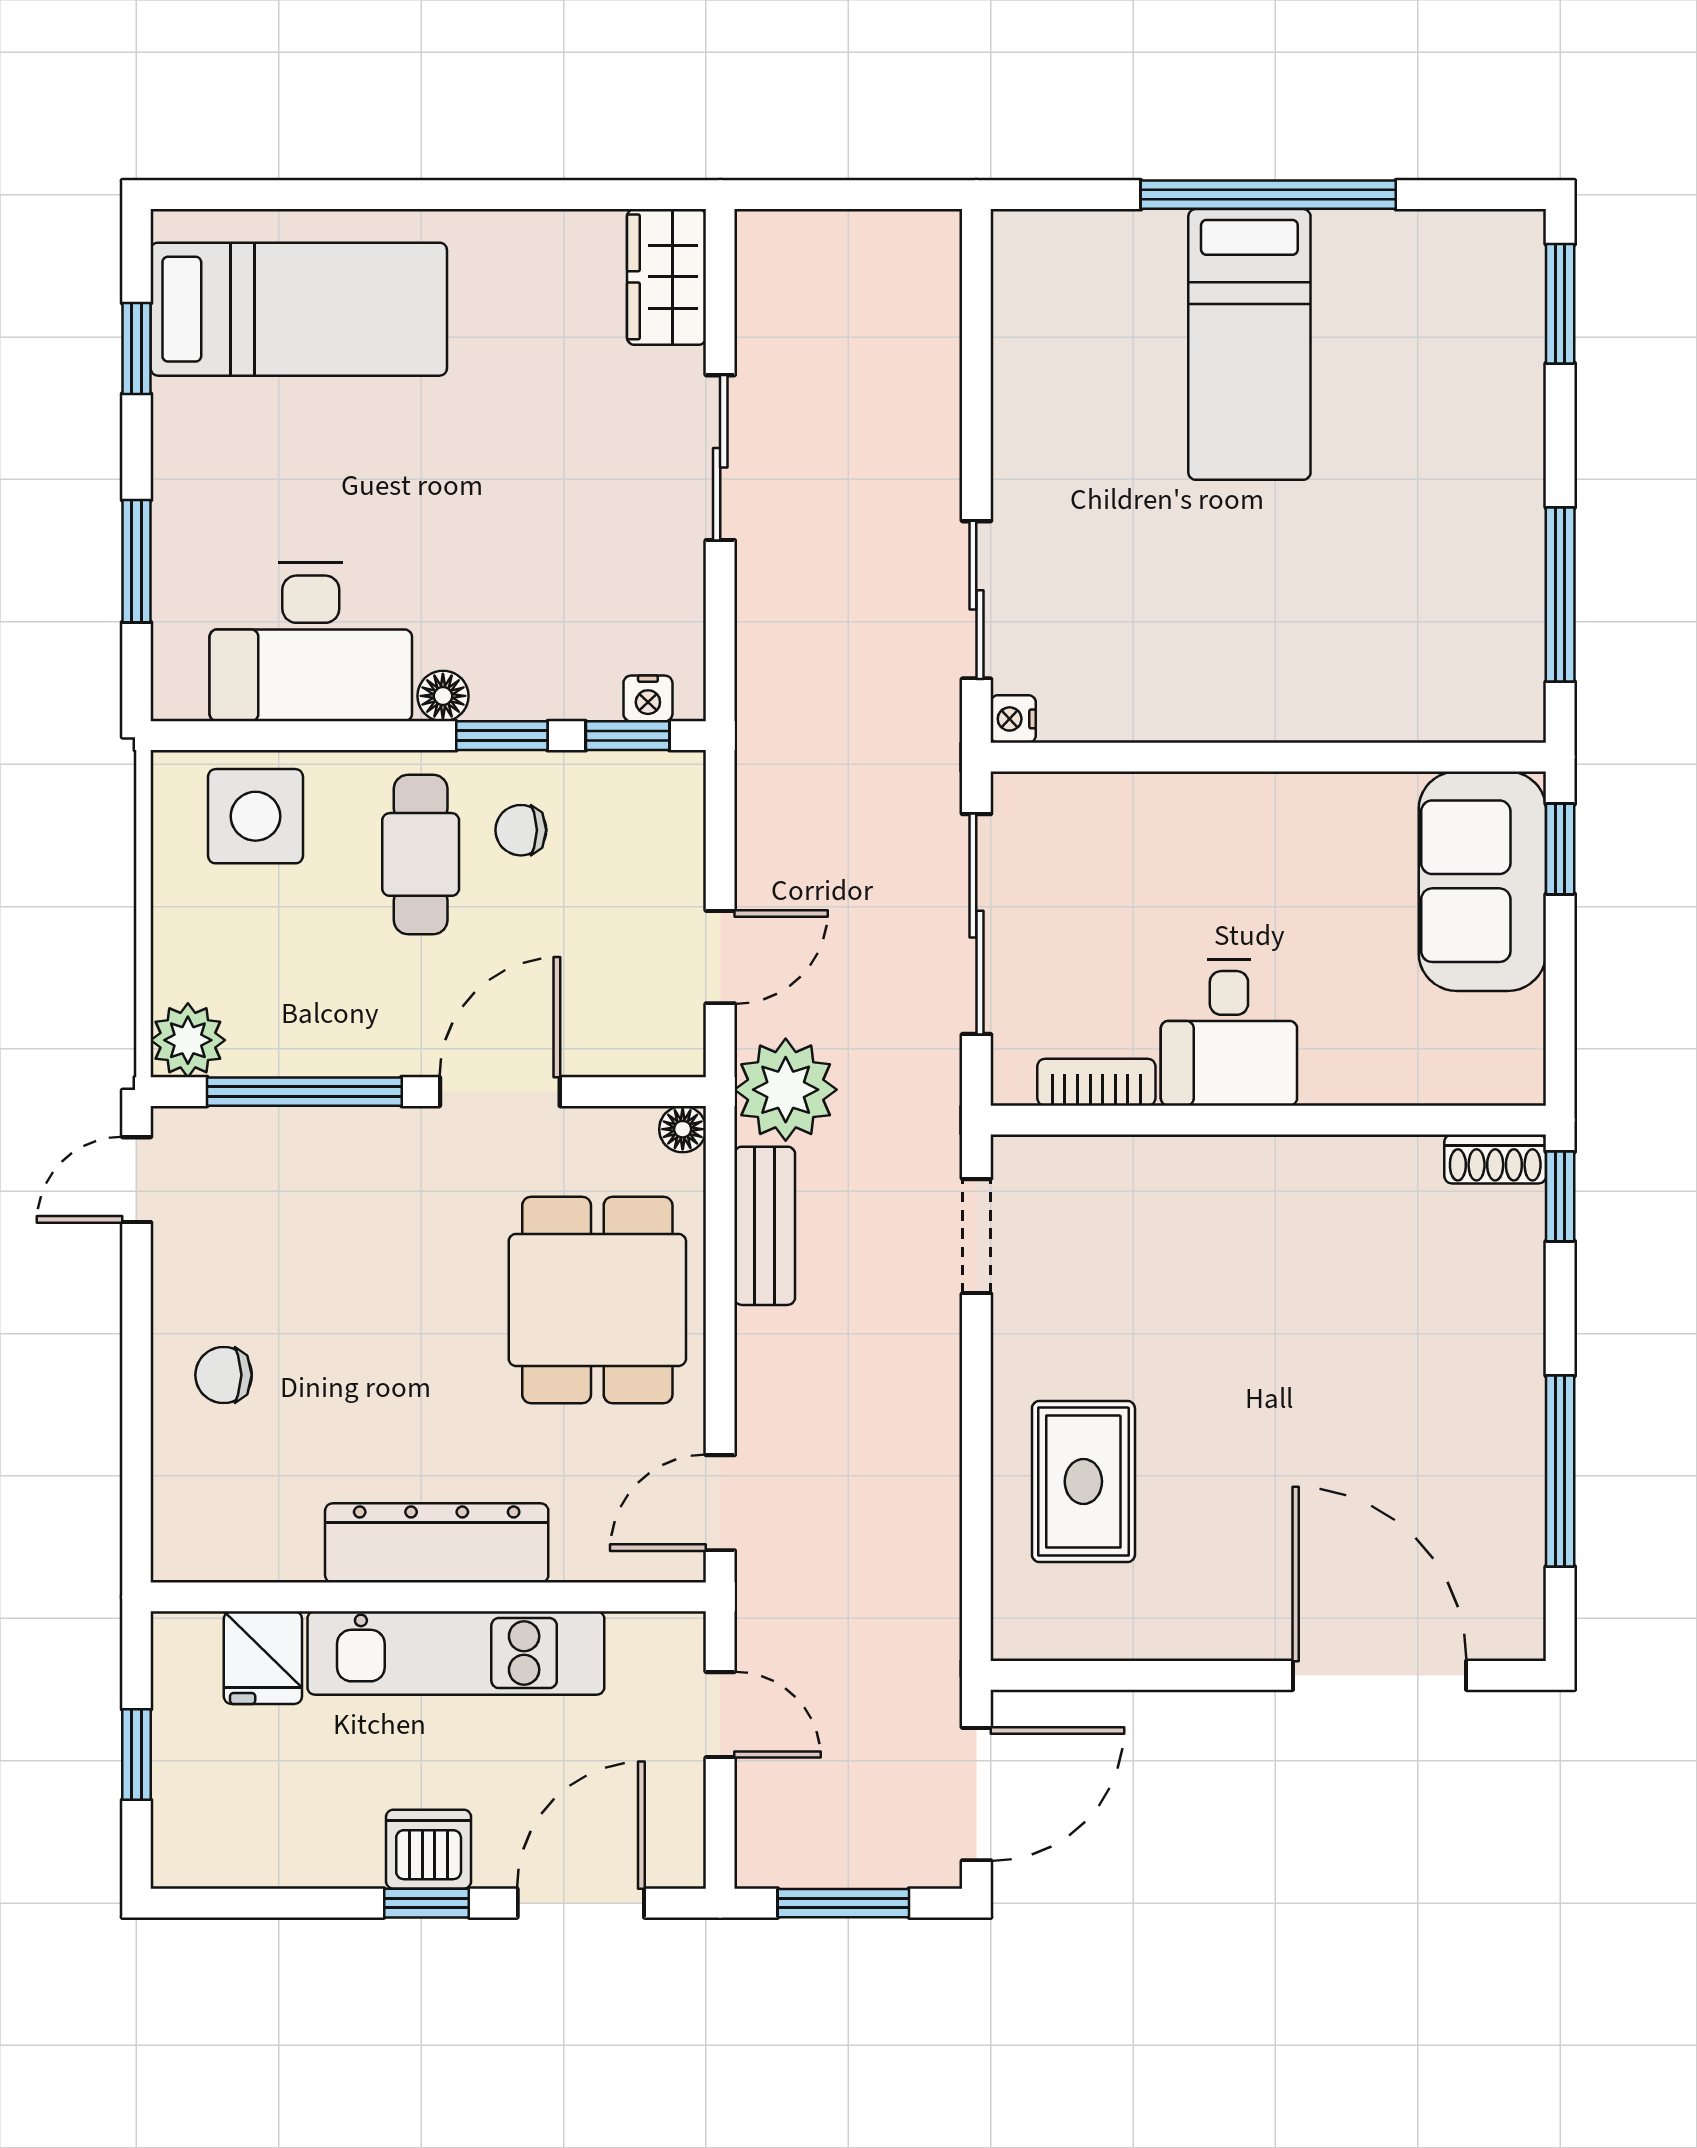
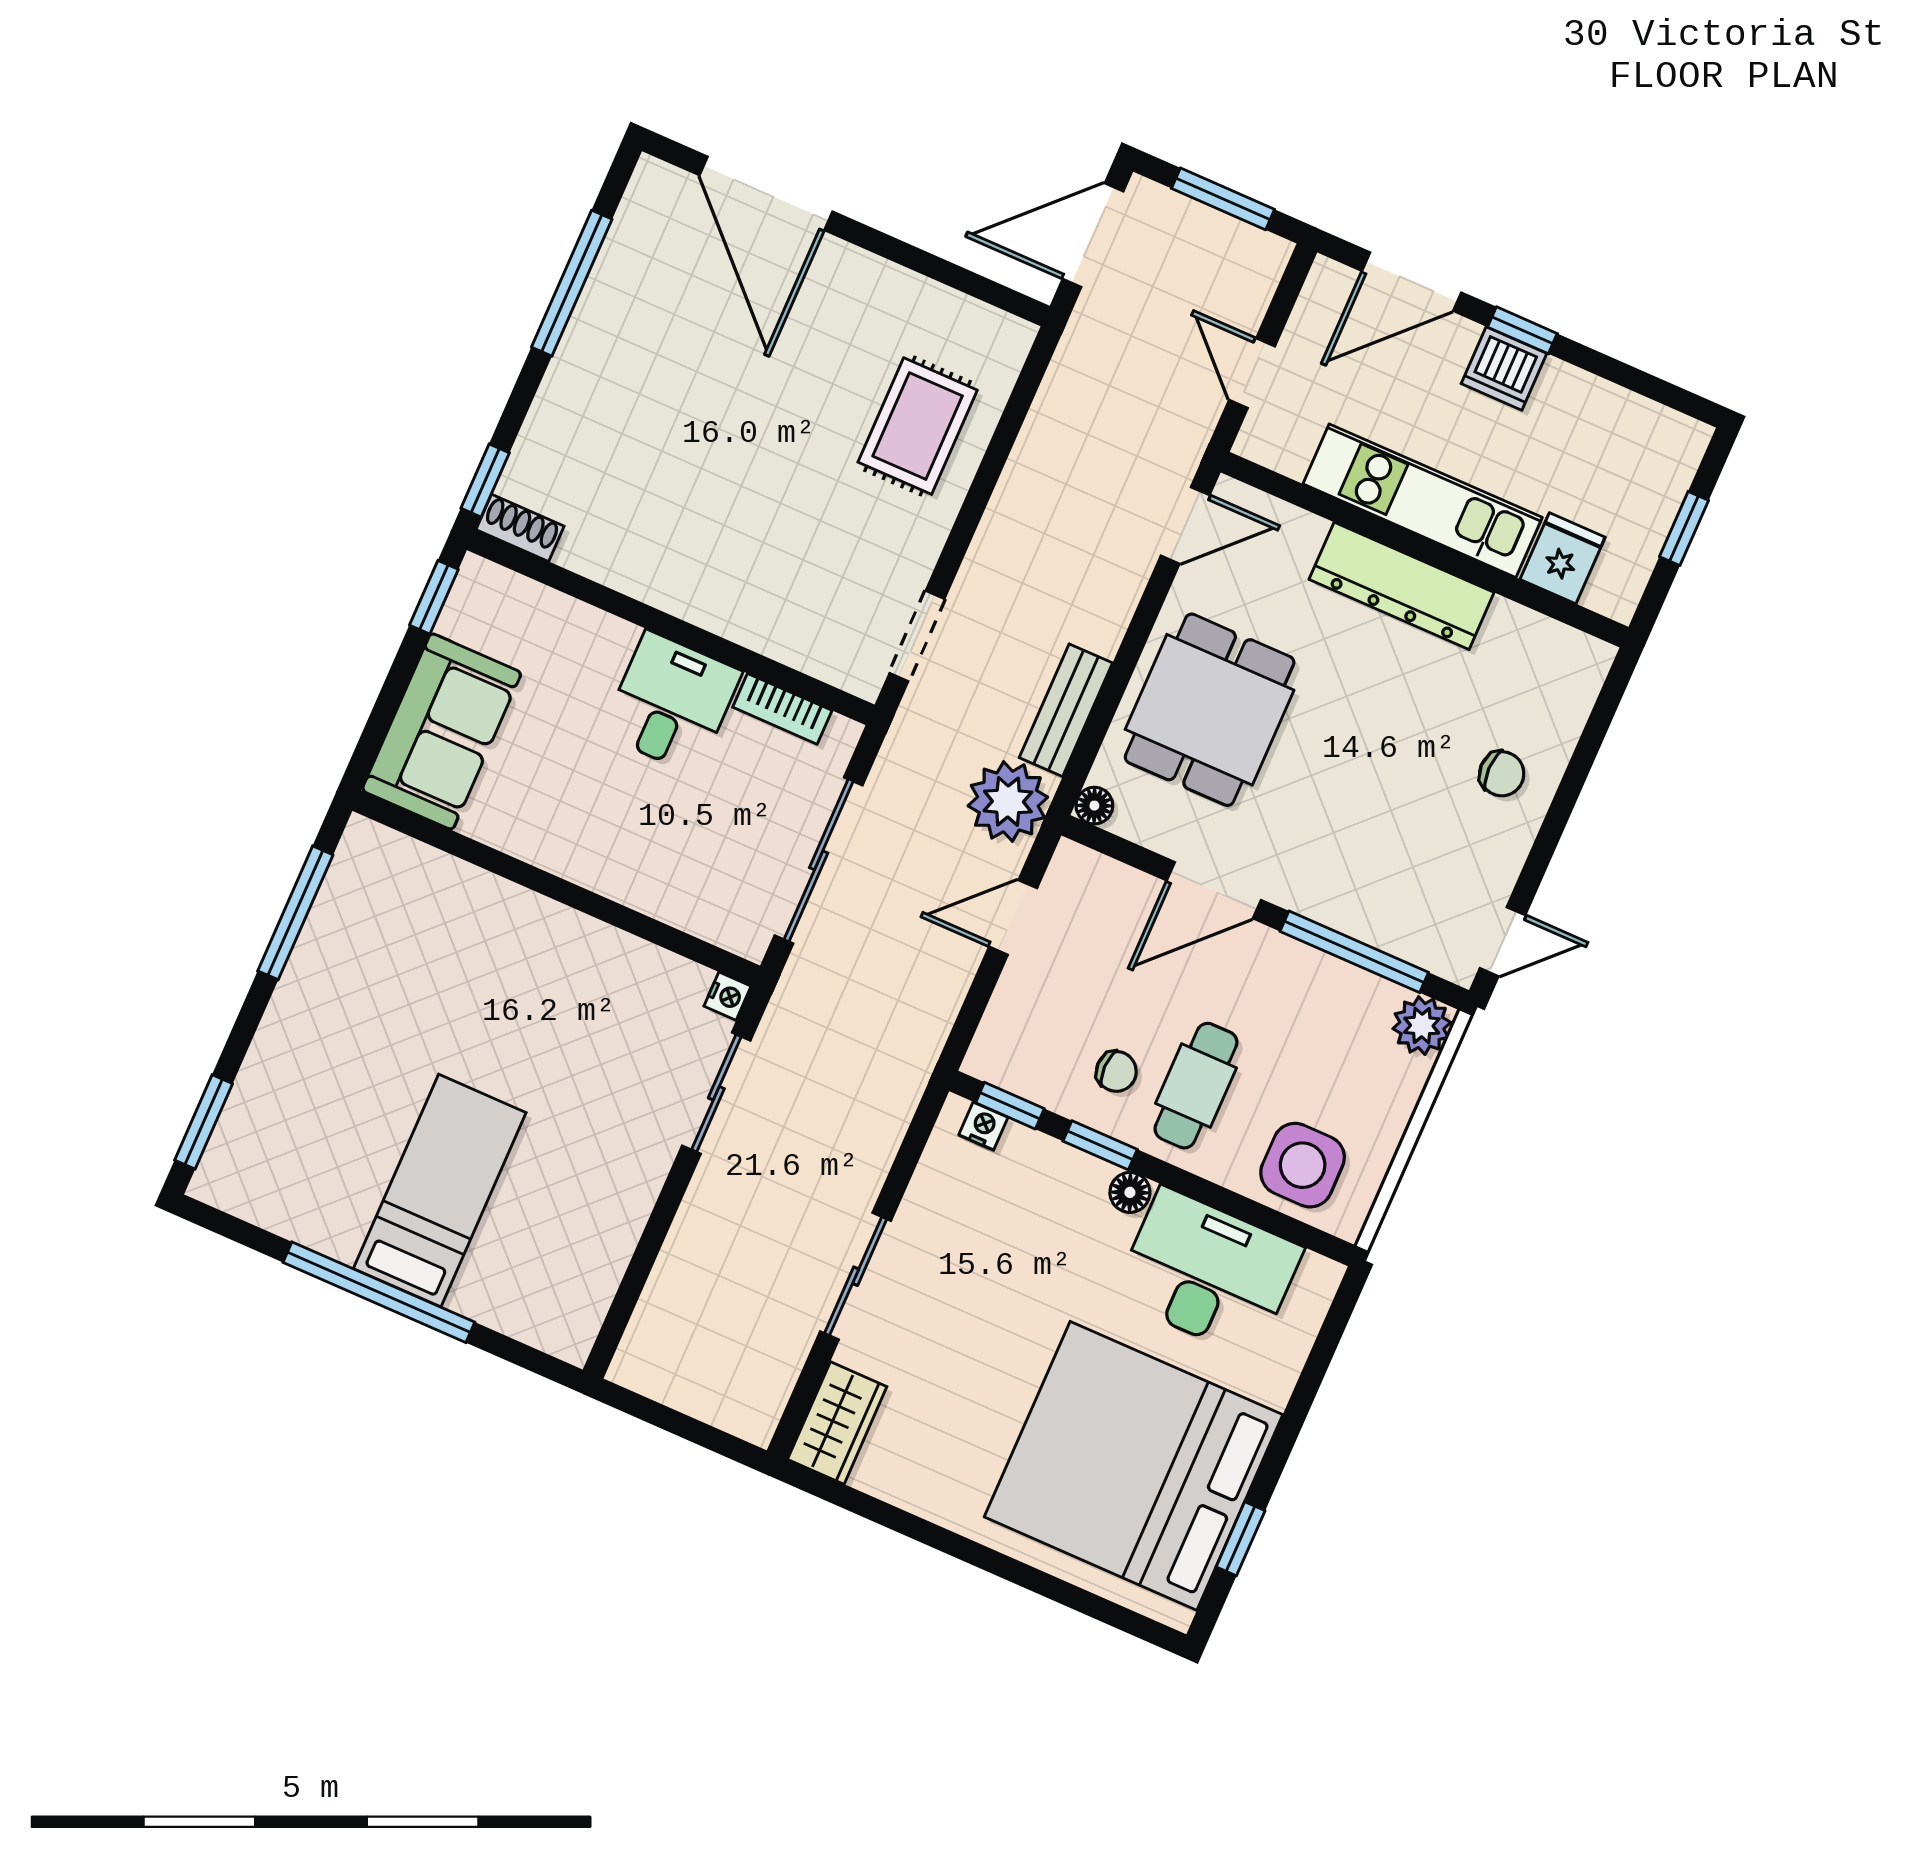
bed: (299, 309) -> (1133, 1466), width x2.04
window: (136, 561) -> (1308, 1386), removed
window: (1560, 849) -> (434, 597), moved

